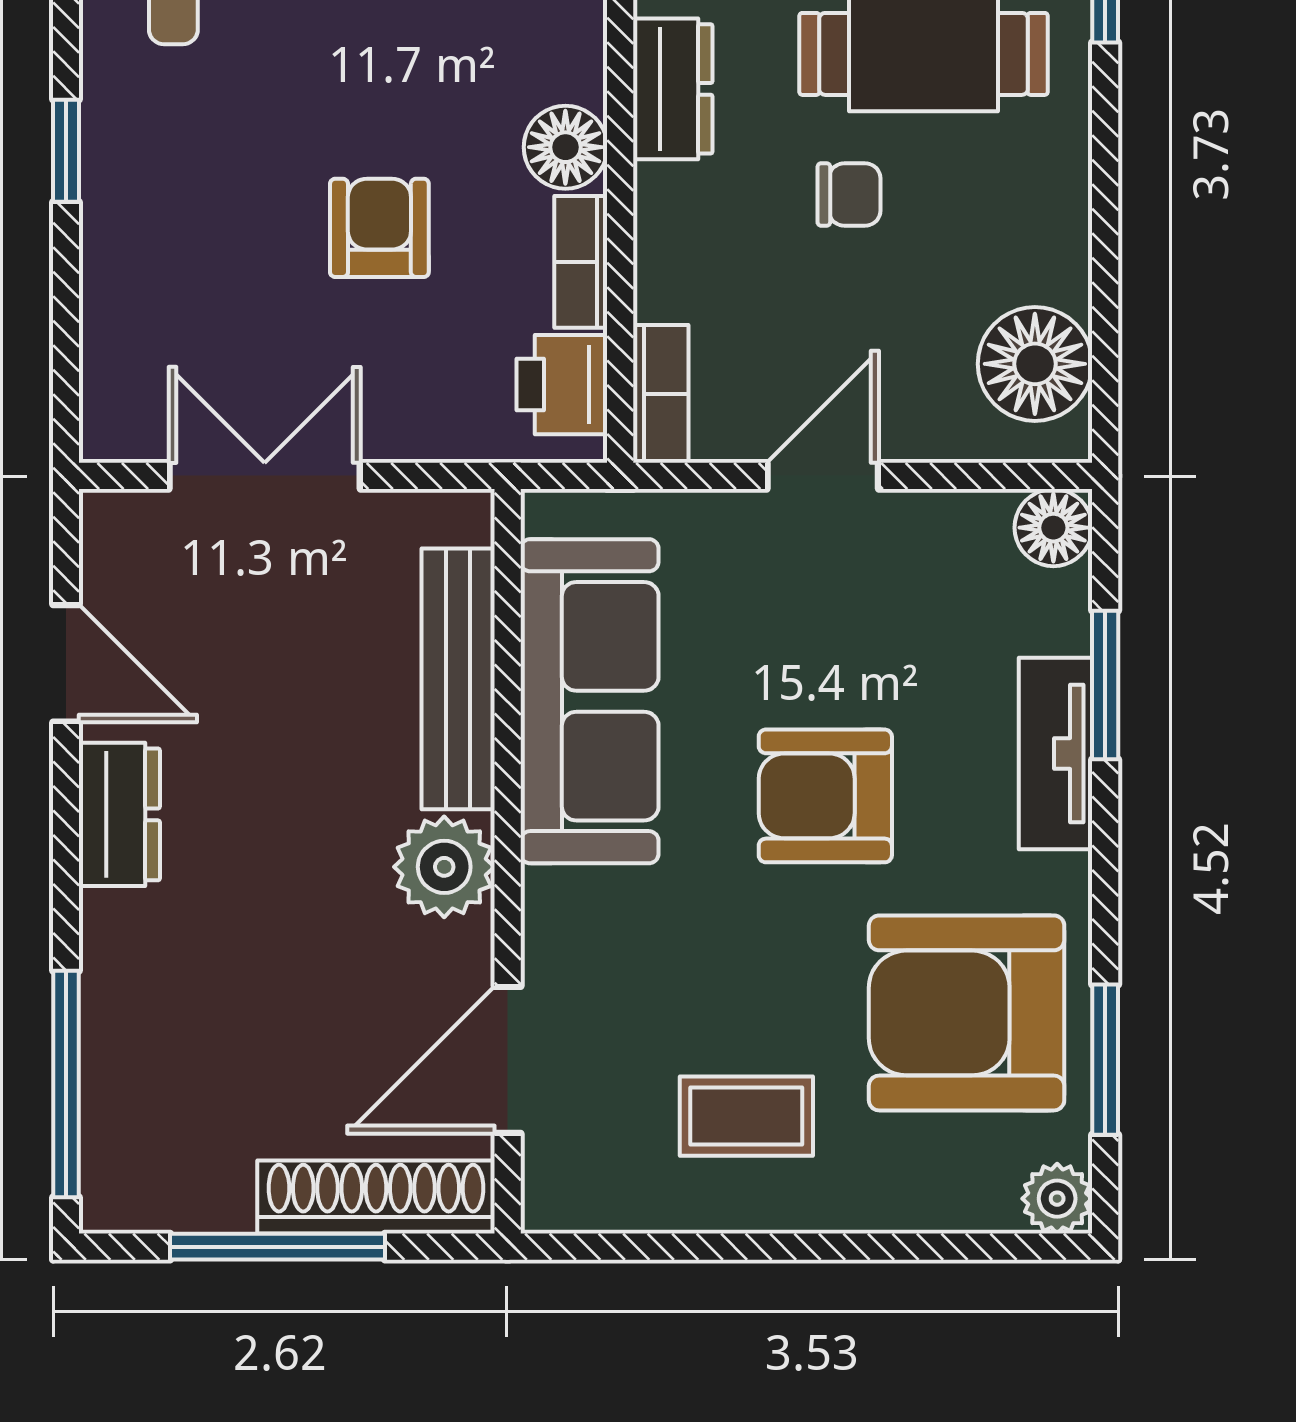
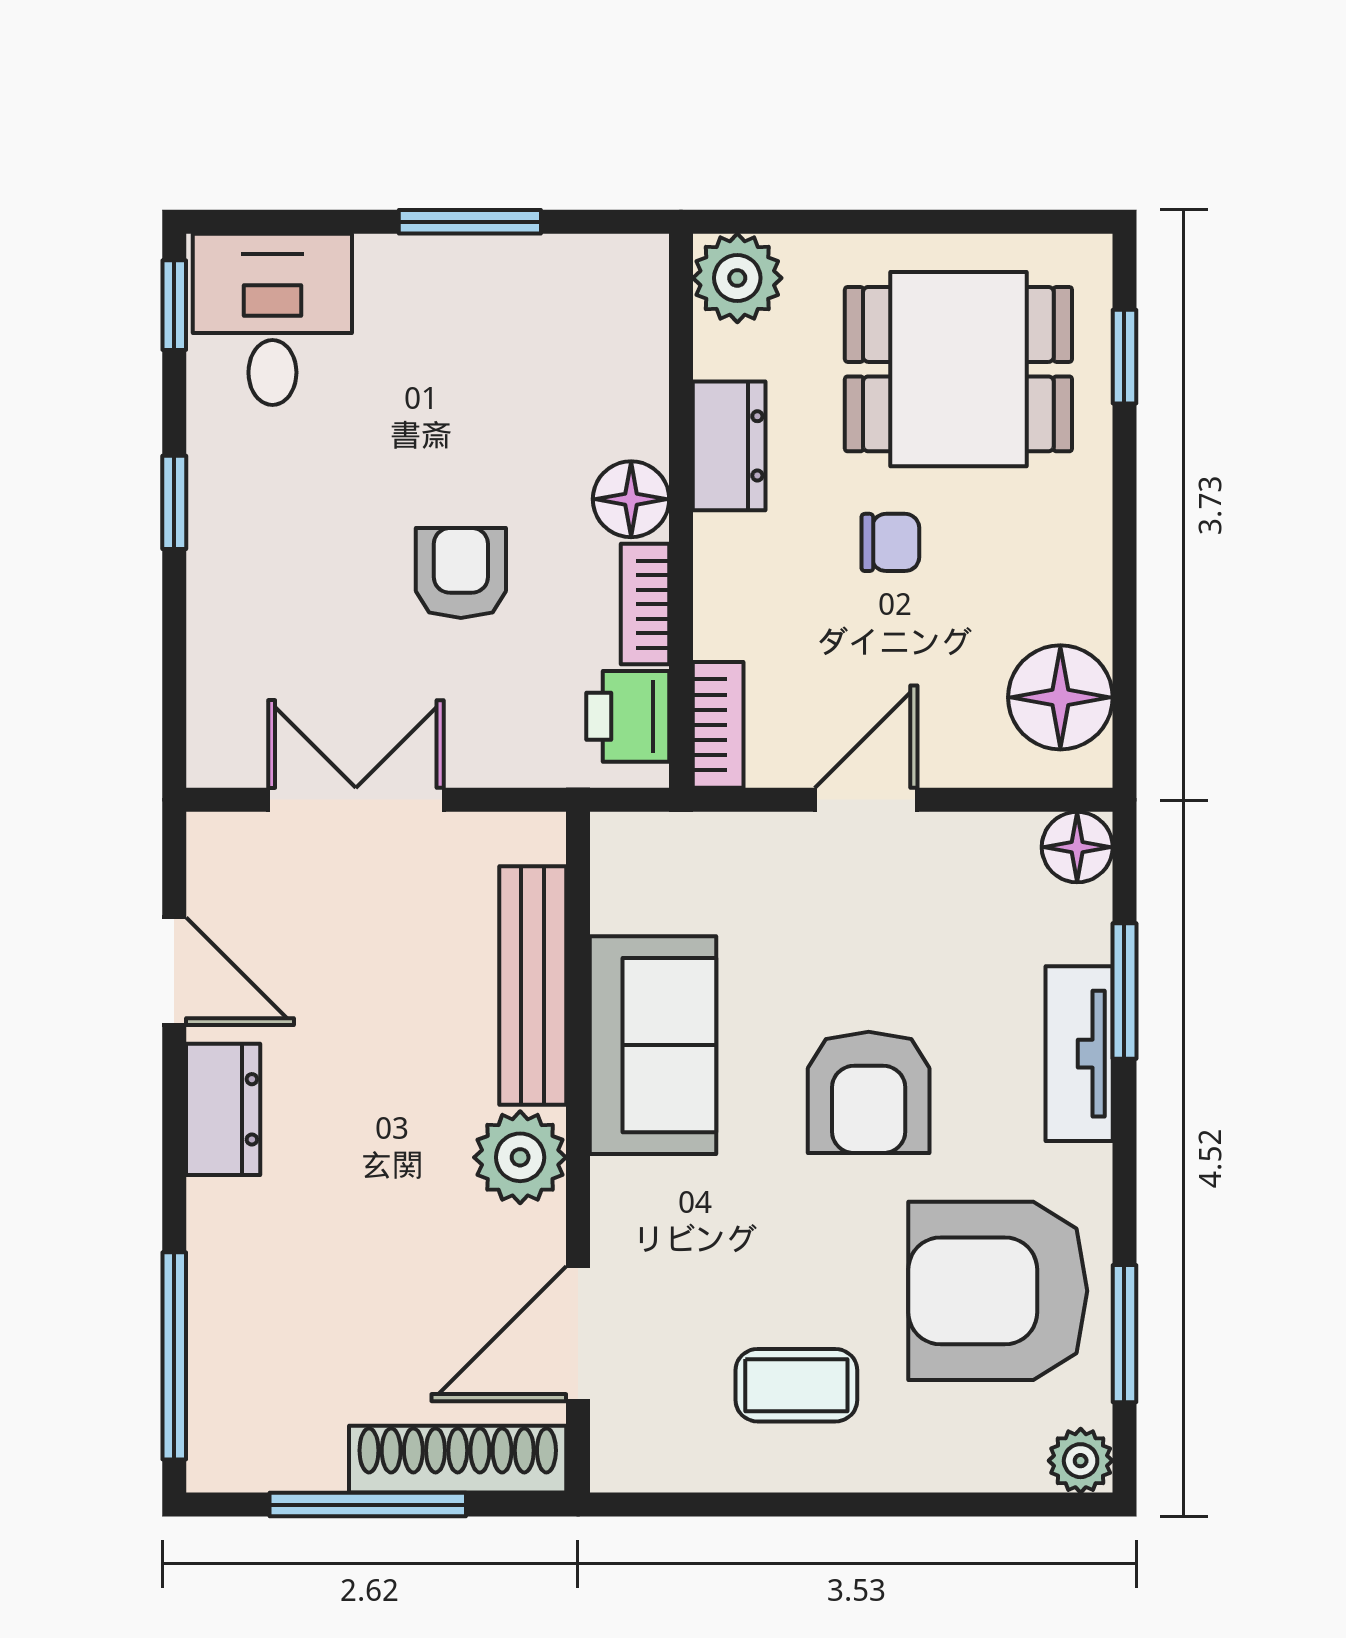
sofa: (590, 701) -> (653, 1045), width x0.73
armchair: (825, 796) -> (869, 1092), turned -90

